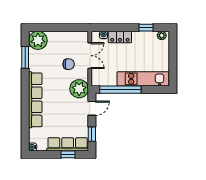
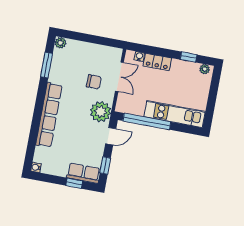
plant: (38, 40) -> (60, 43), width x0.53, depth x0.53
row of seats: (68, 144) -> (83, 173), width x0.68

